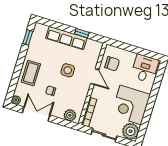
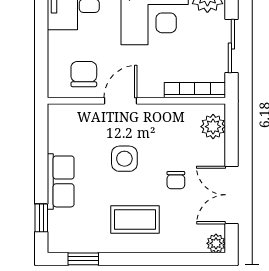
window: (82, 33) -> (41, 218), moved
row of seats: (66, 38) -> (61, 181), width x0.68
coffee table: (31, 73) -> (135, 219), moved

